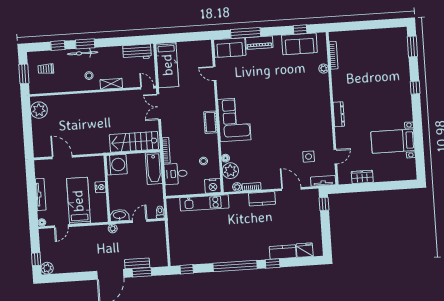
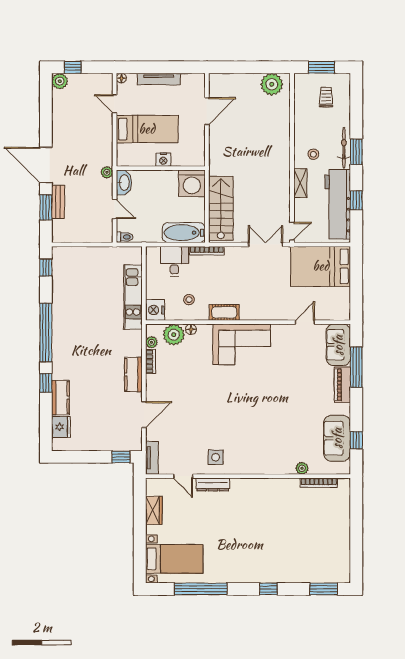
window: (58, 46) -> (356, 200), moved
workbench: (137, 52) -> (338, 204), width x1.88, depth x1.32
bed: (167, 65) -> (321, 266), width x1.50
dresser: (339, 114) -> (213, 484), moved
cot: (210, 122) -> (224, 312), moved
window: (418, 138) -> (201, 589), added
bed with nightstands: (393, 141) -> (174, 559), moved, turned 90
side table: (309, 157) -> (216, 457), moved

